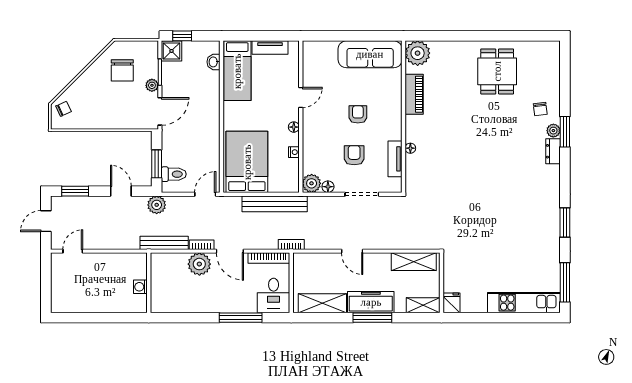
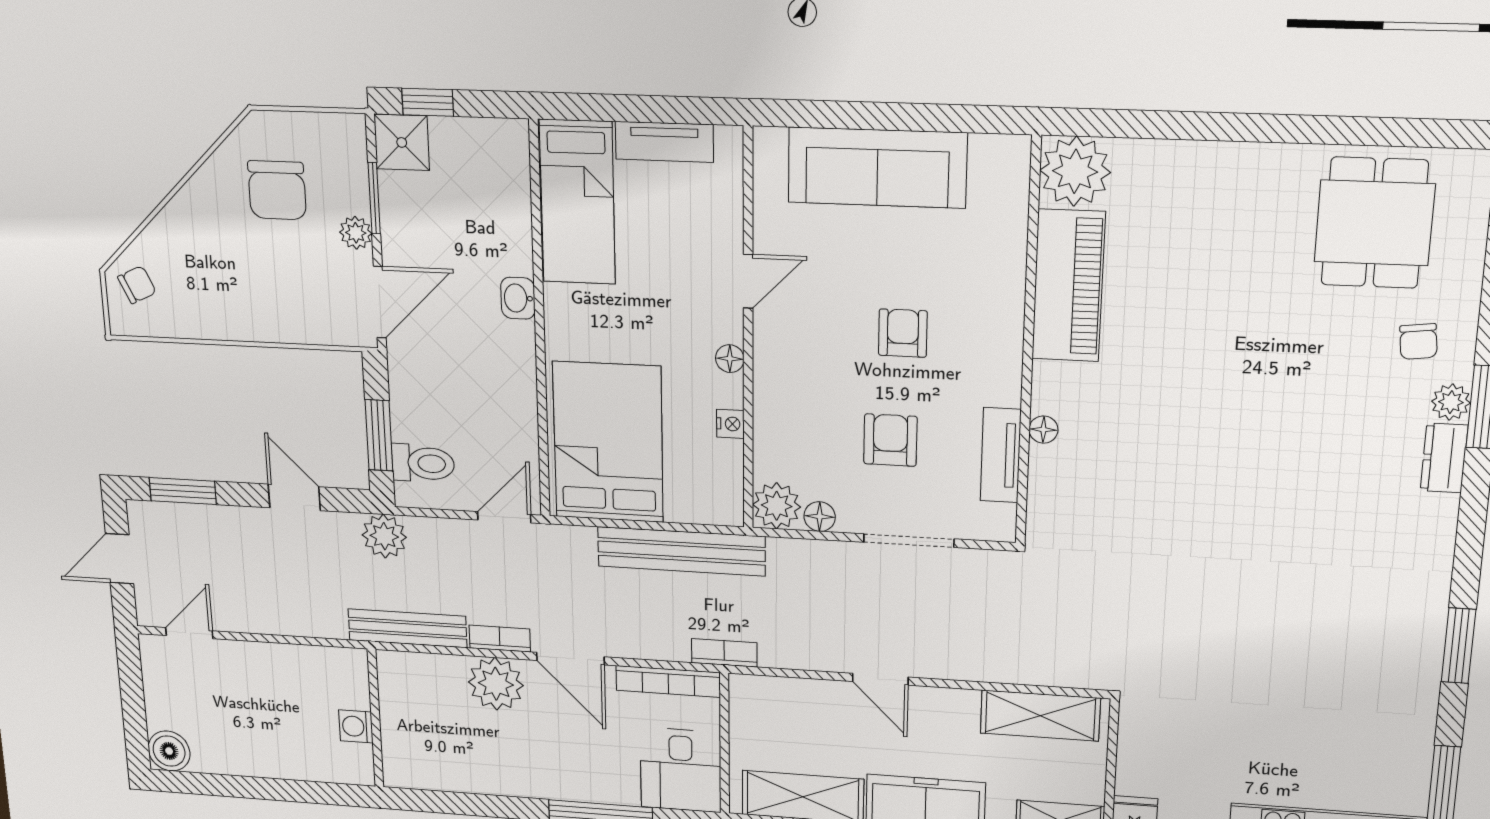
sofa: (370, 54) -> (877, 168), moved
washbasin: (214, 62) -> (518, 298), moved
dining table: (497, 71) -> (1374, 223), moved
piano: (414, 94) -> (1068, 286), width x1.37, depth x1.33
boiler: (60, 304) -> (169, 751), added

